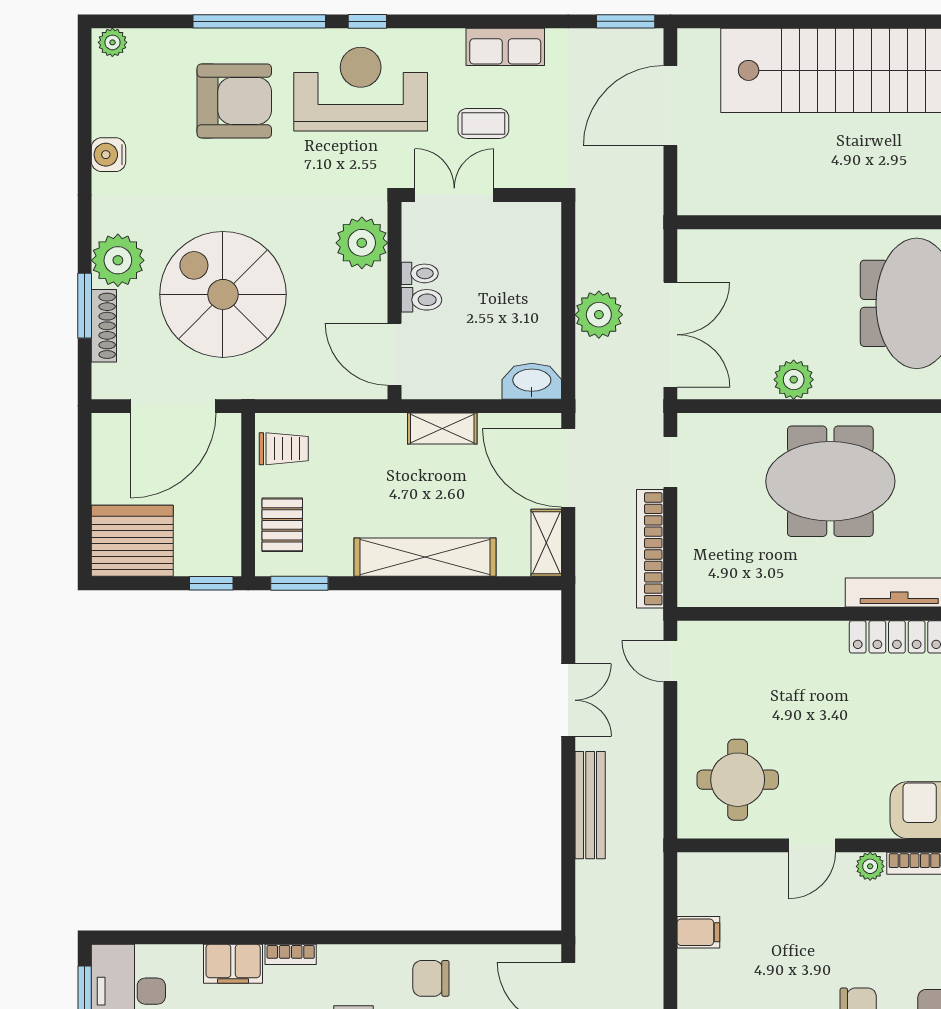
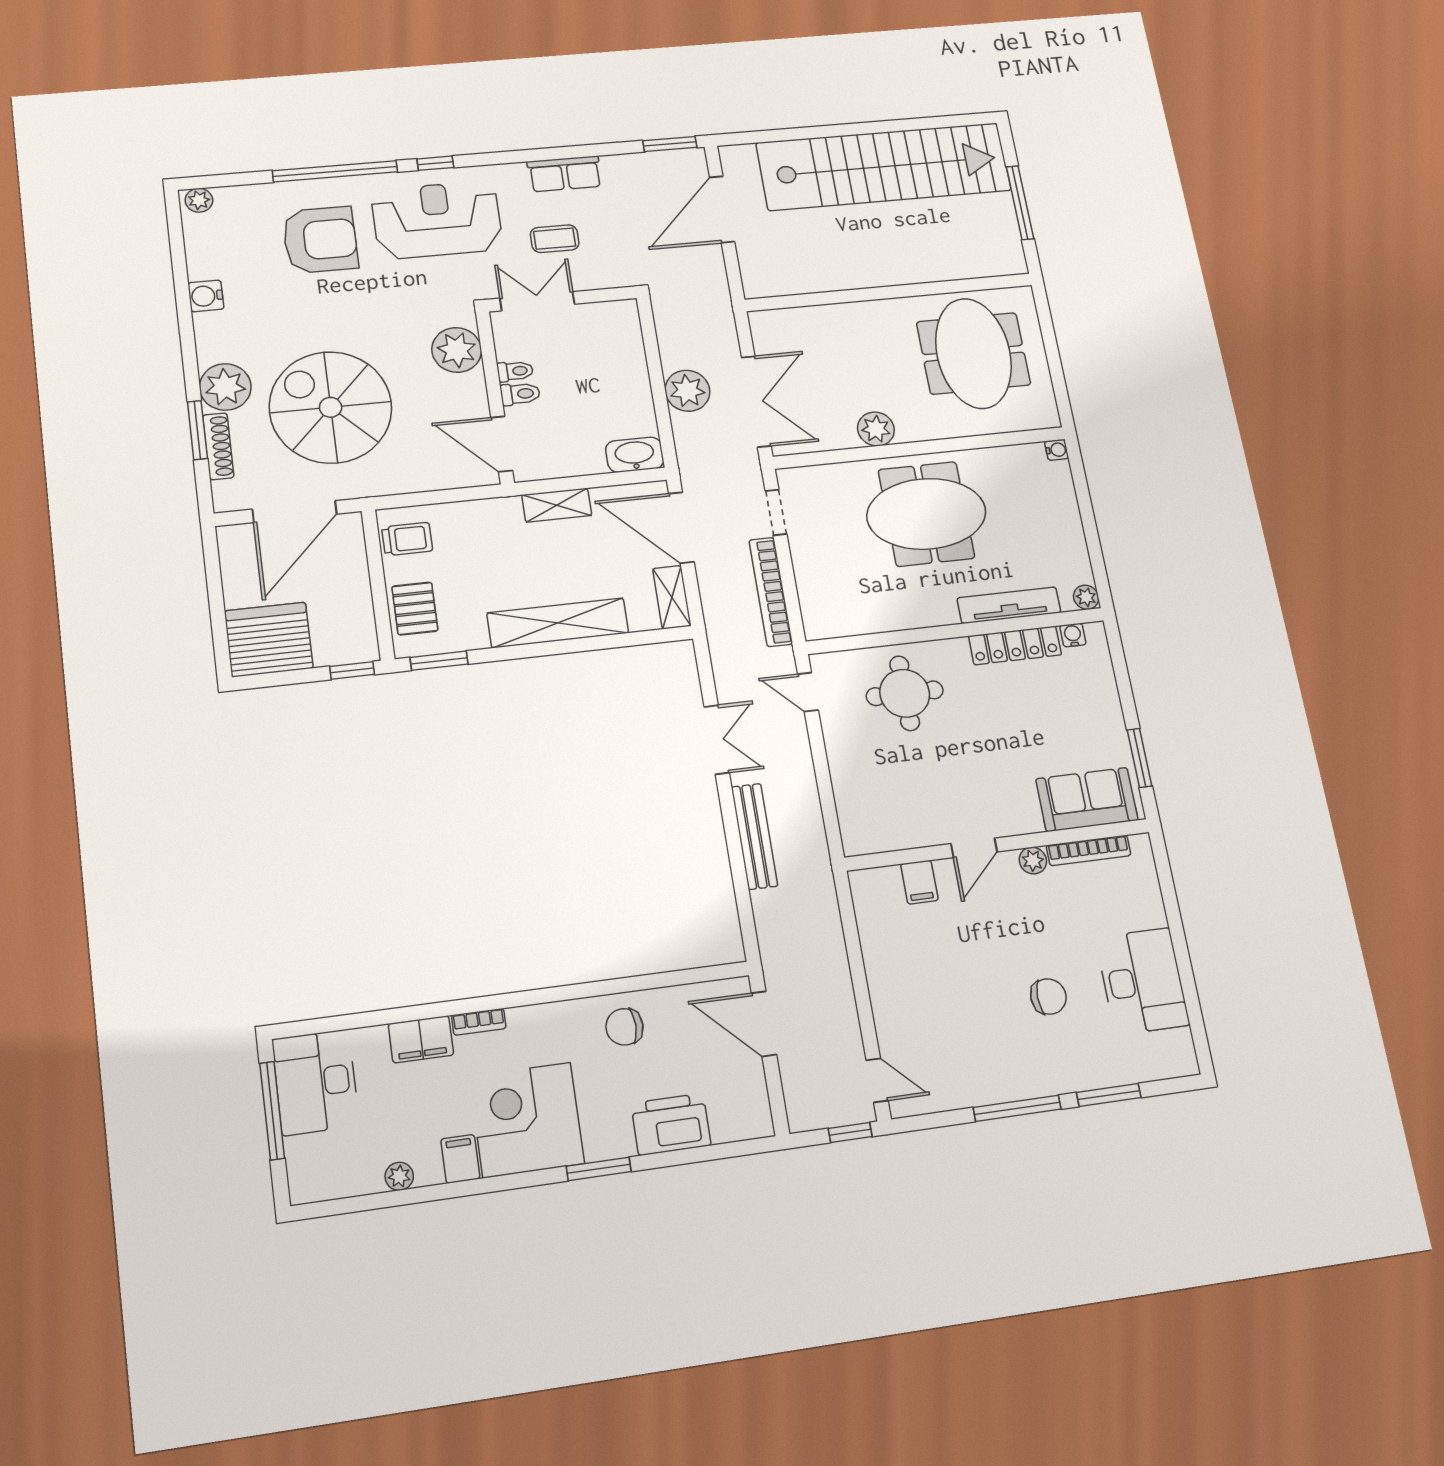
round table: (738, 780) -> (905, 693), moved
filing cabinet: (698, 932) -> (919, 882), moved, turned 90

